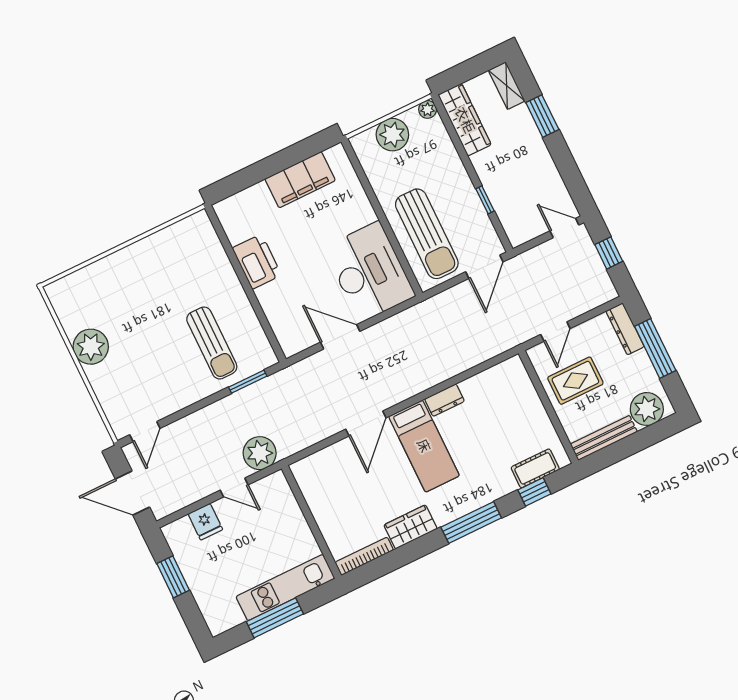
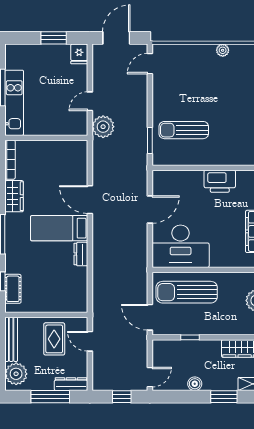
boiler: (544, 164) -> (195, 384), added
plant: (91, 347) -> (223, 50), width x0.53, depth x0.53
door: (145, 432) -> (150, 64), hinge flipped
fridge: (205, 522) -> (79, 54), moved, turned -90

